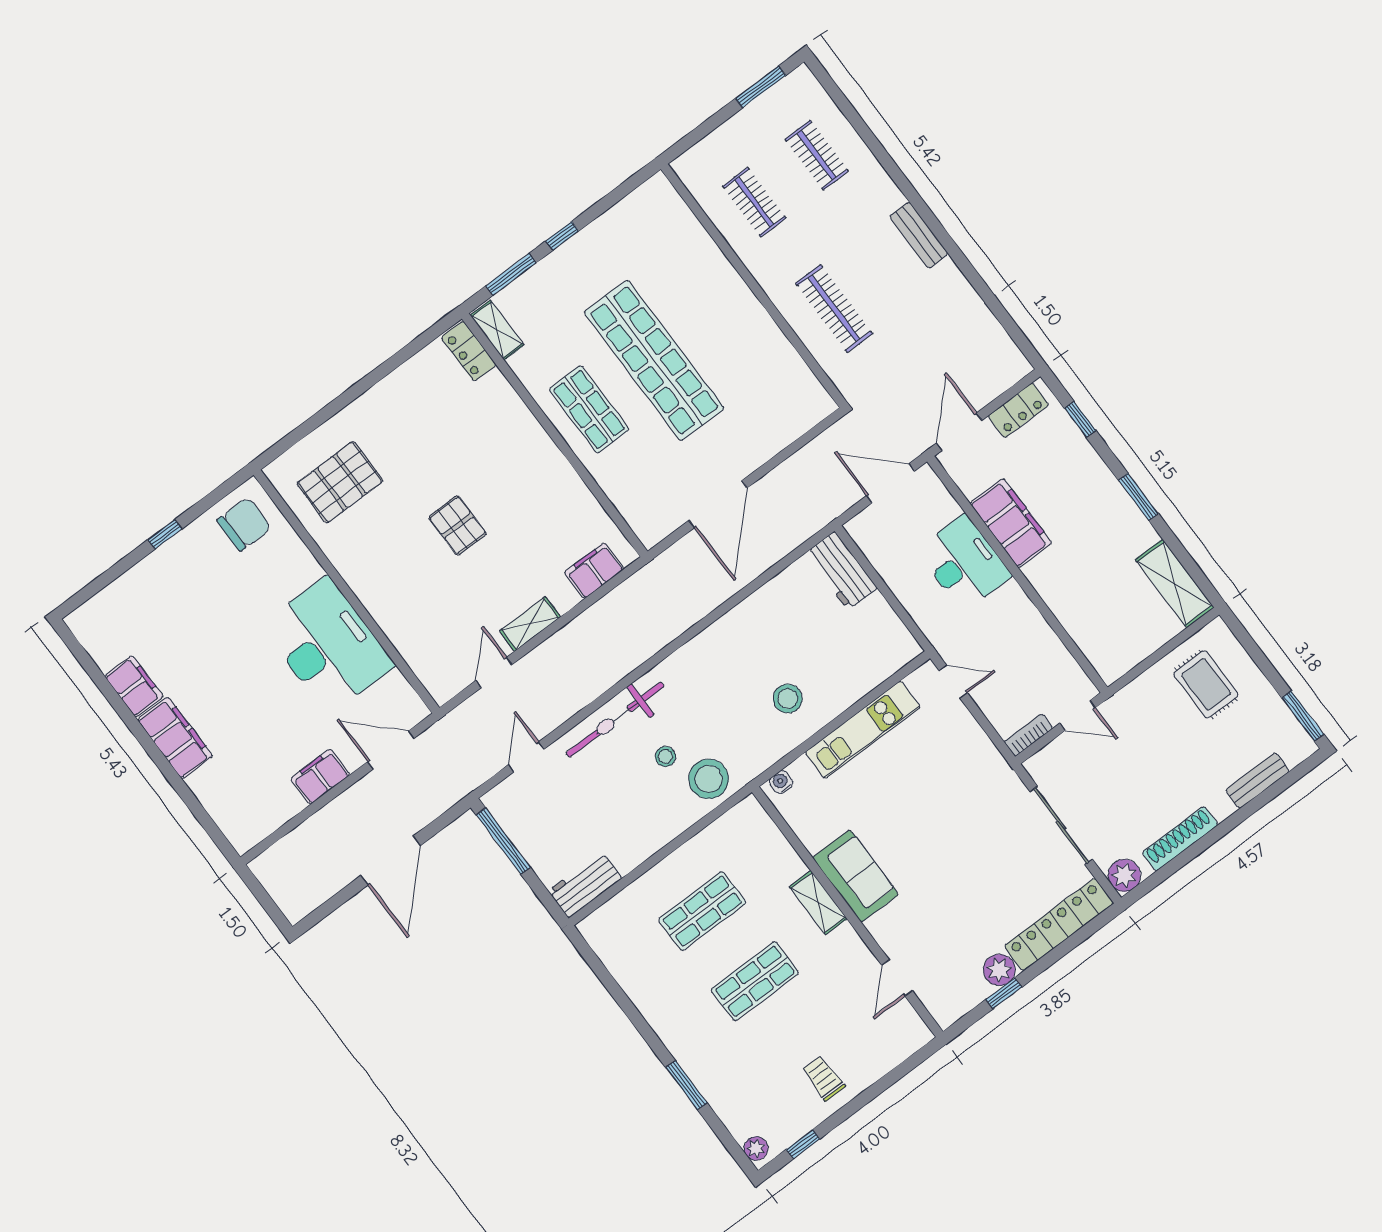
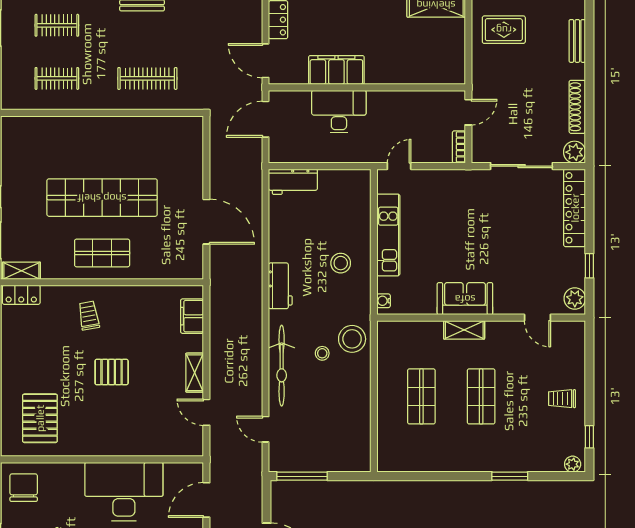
trolley: (504, 449) -> (89, 316), added
workbench: (585, 885) -> (280, 286), moved, turned 180
plant: (999, 970) -> (575, 298), moved

